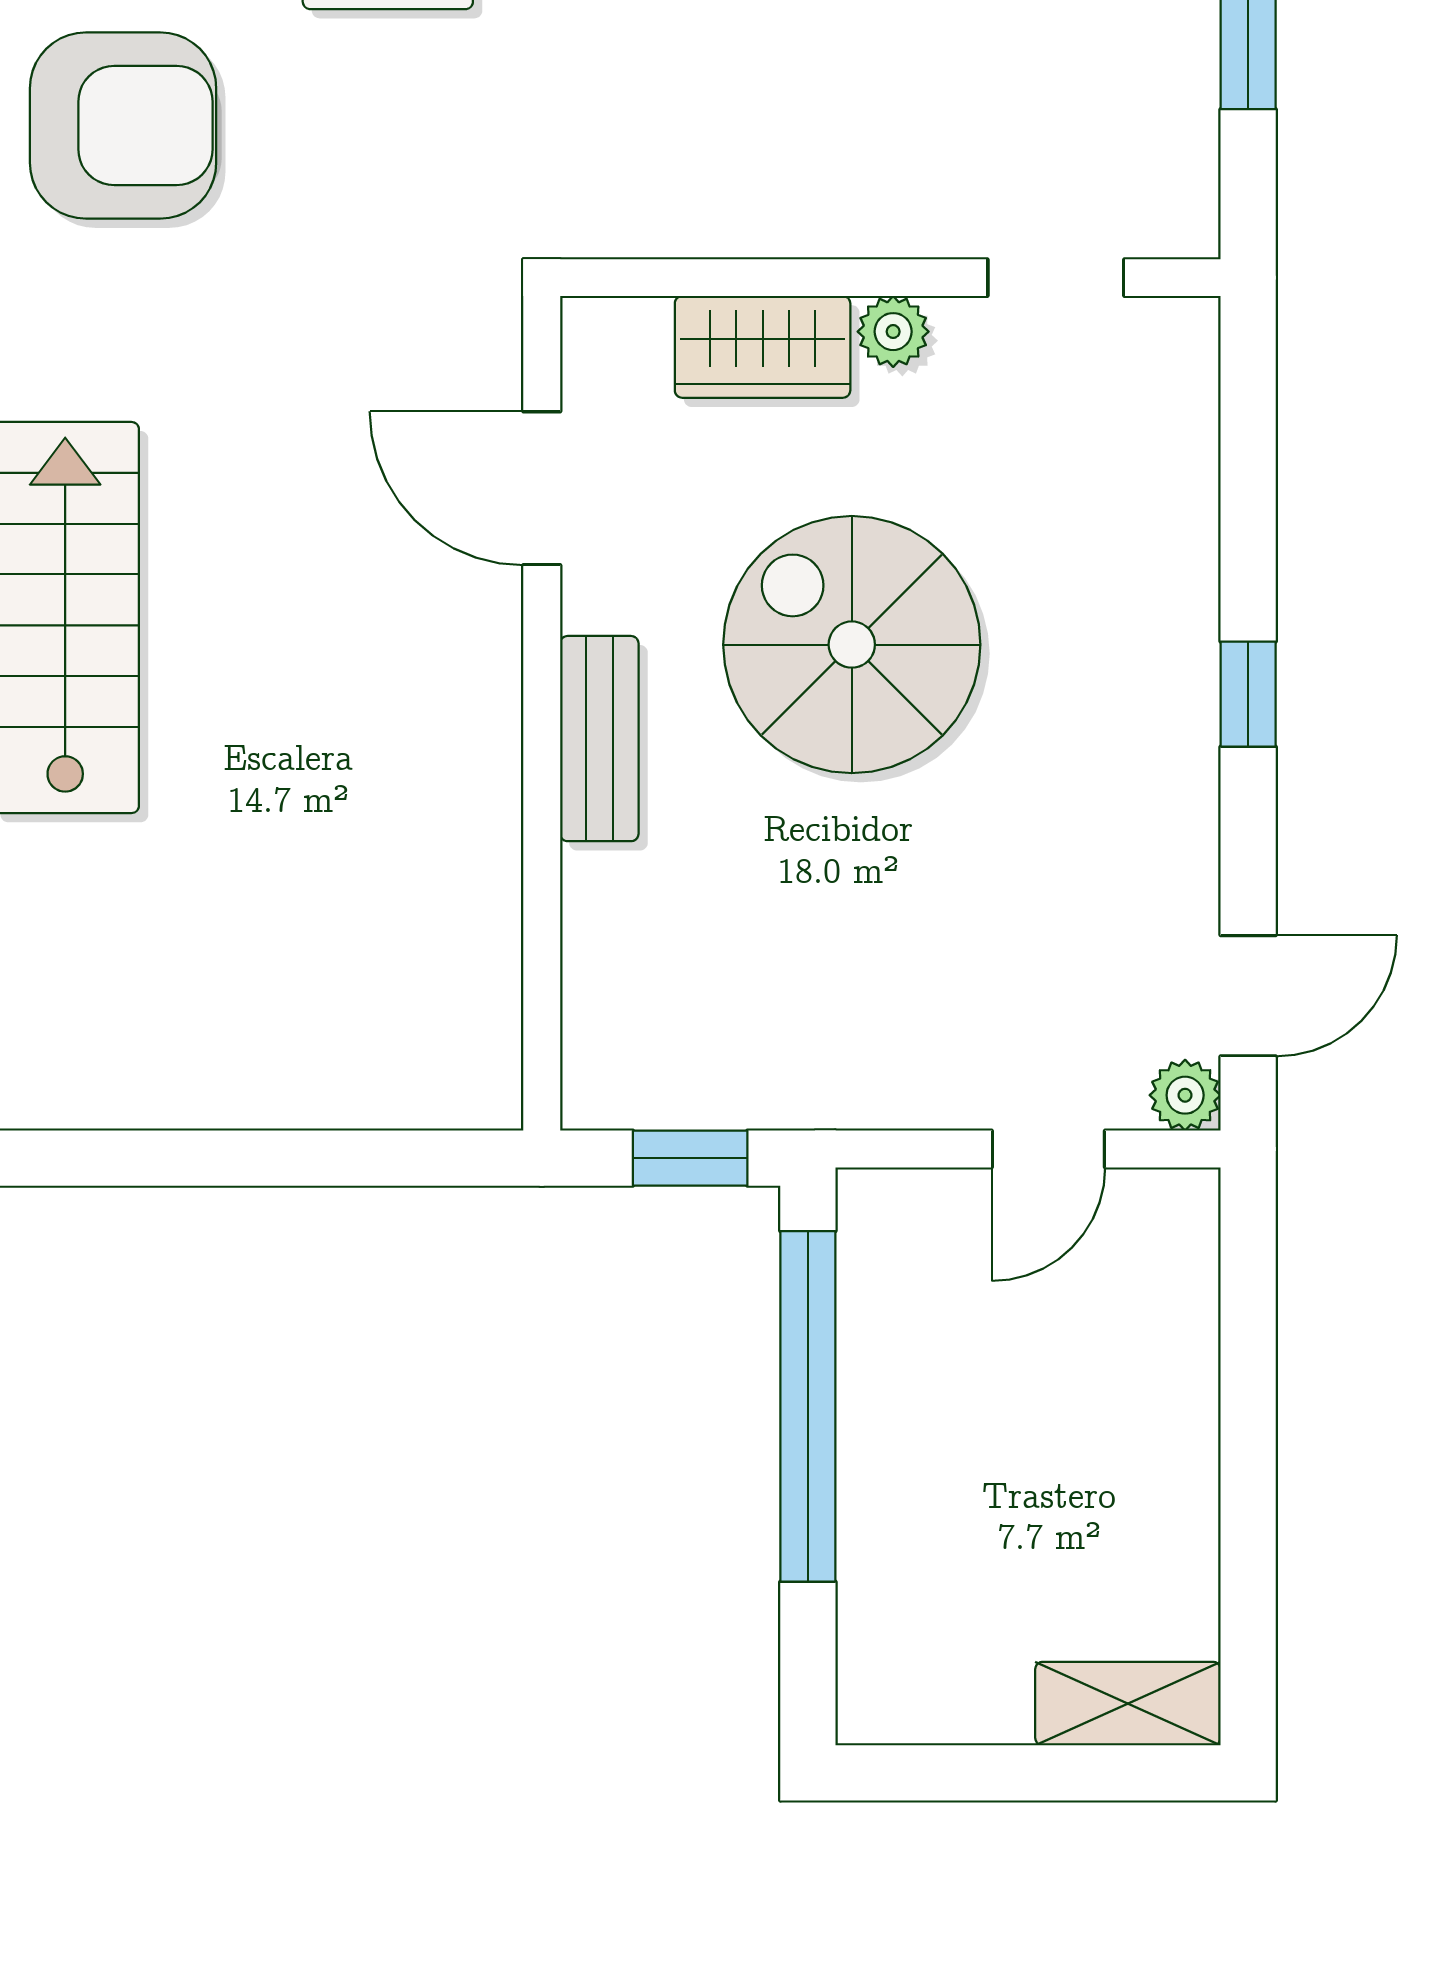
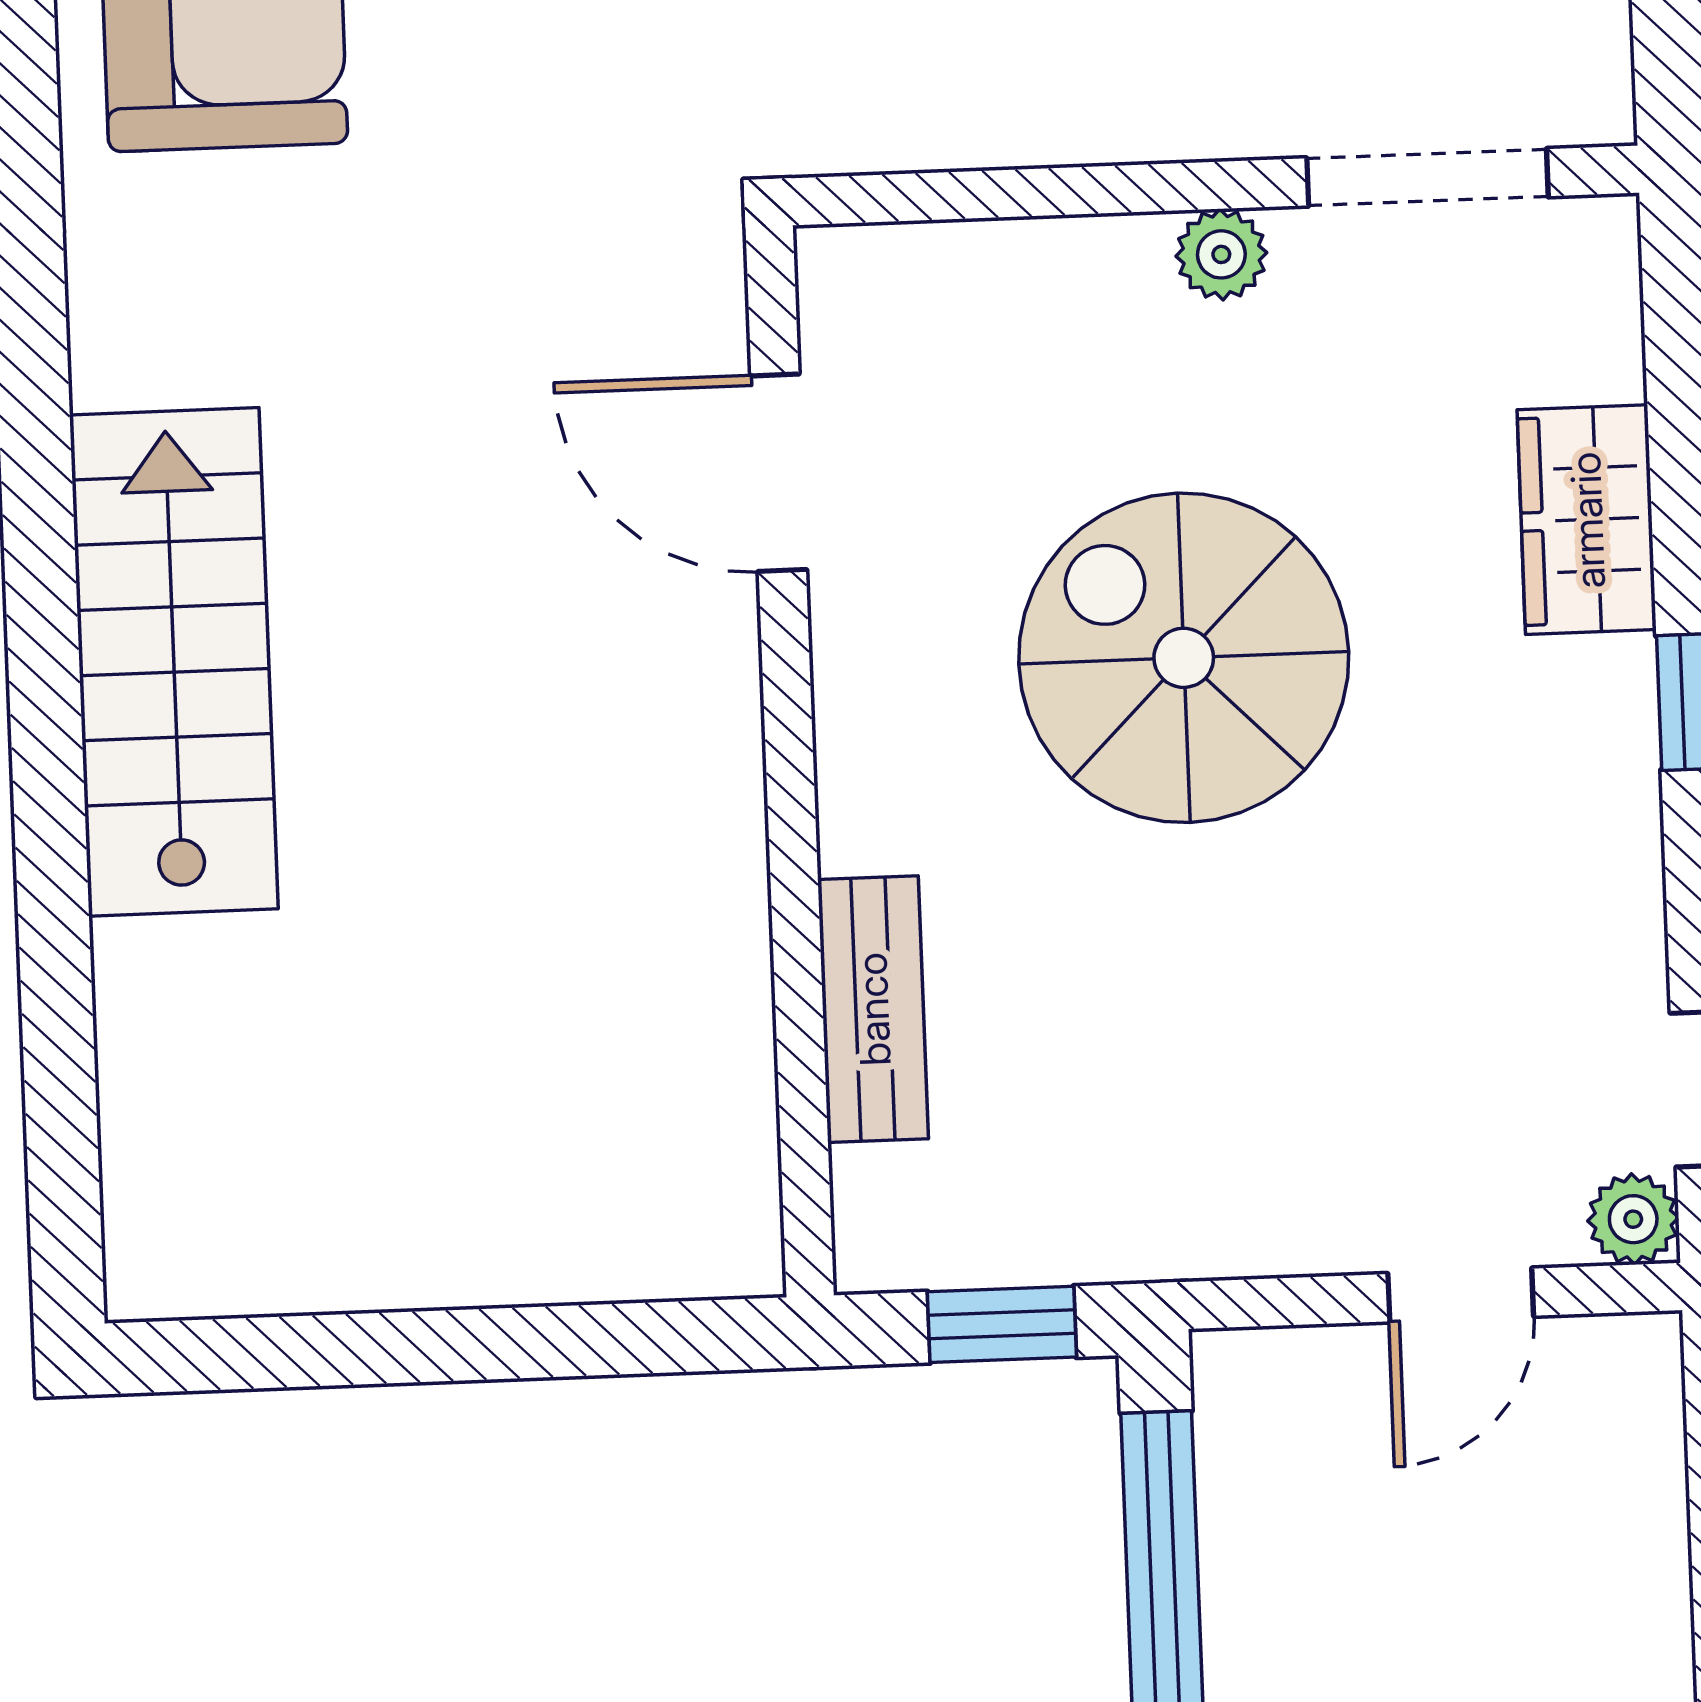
doorway: (1056, 278) -> (1427, 177), width x1.38
wardrobe: (763, 347) -> (1587, 520), moved, turned 90
bench: (599, 739) -> (873, 1009), moved

